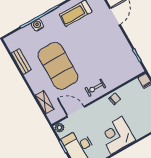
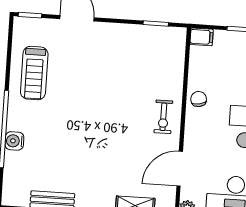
exercise mat: (58, 66) -> (95, 150), removed

